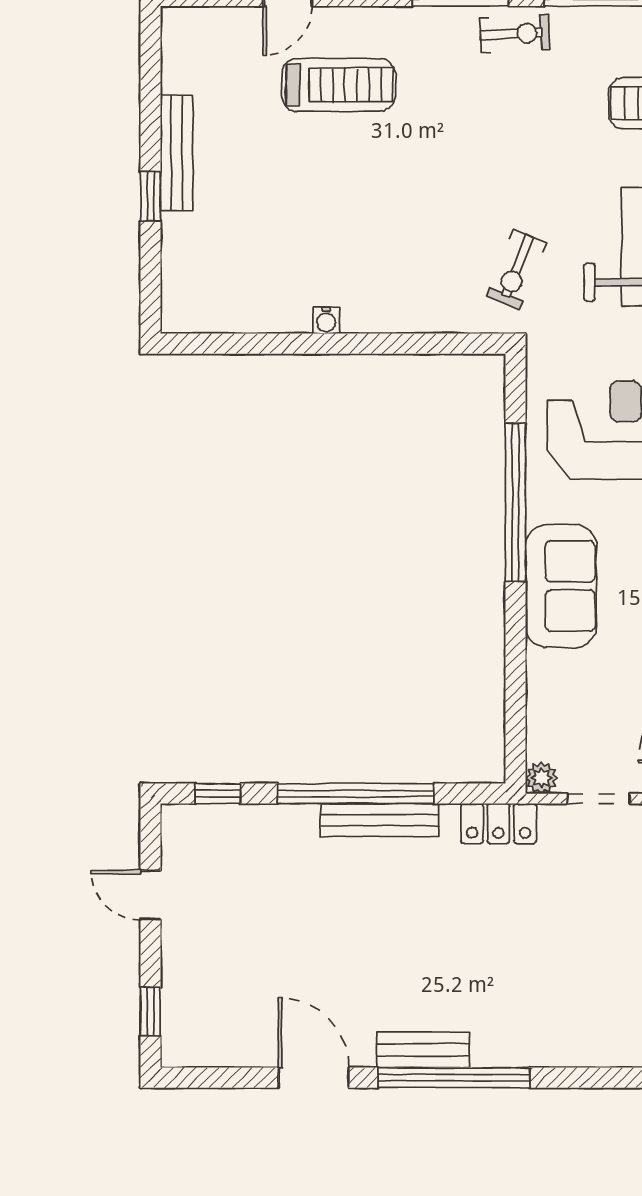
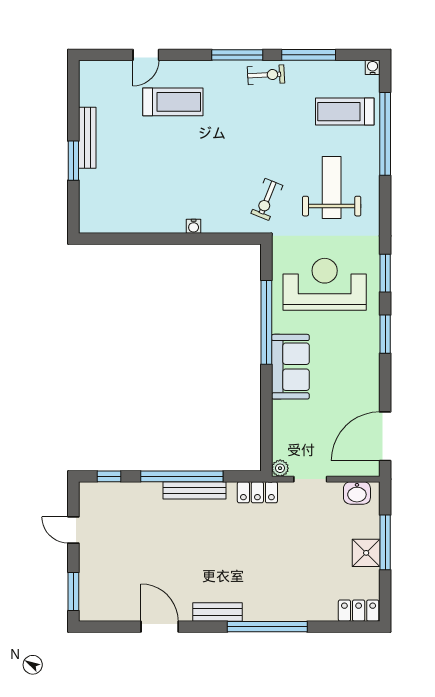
window: (150, 196) -> (73, 161), width x1.50
water cooler: (326, 320) -> (194, 226), moved
window: (150, 1011) -> (73, 592), width x1.50
window: (454, 1078) -> (267, 627), moved

